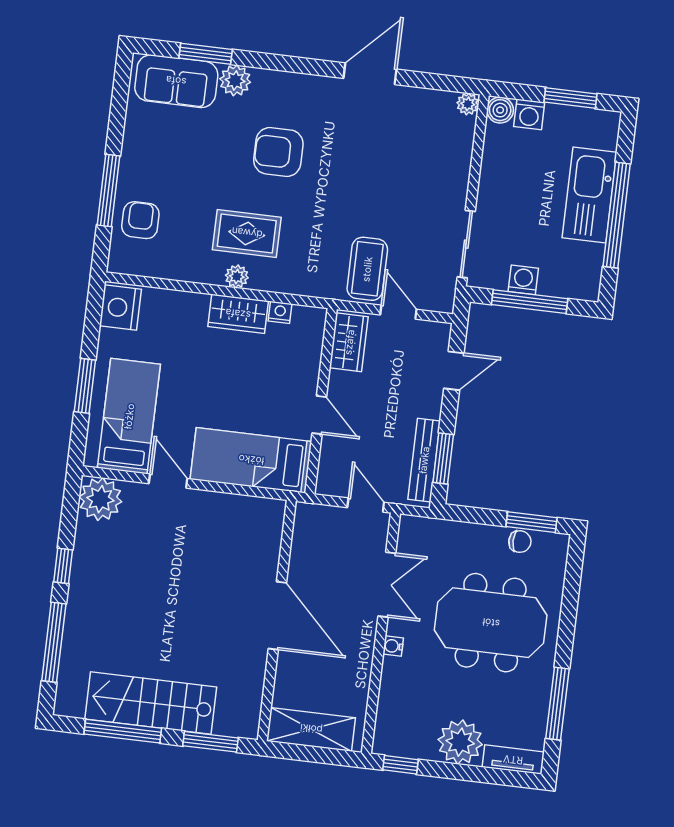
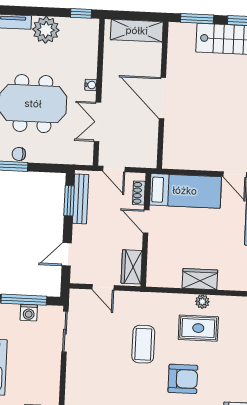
coffee table: (367, 269) -> (143, 344), moved
nightstand: (280, 312) -> (175, 282), removed
shoe rack: (328, 463) -> (139, 193), added

